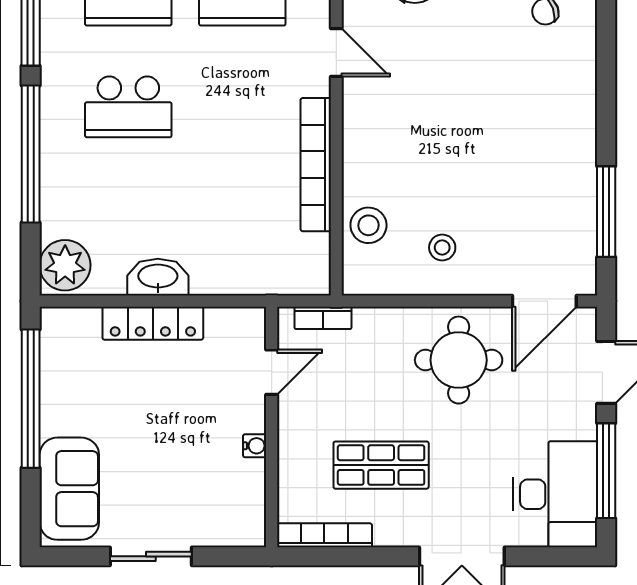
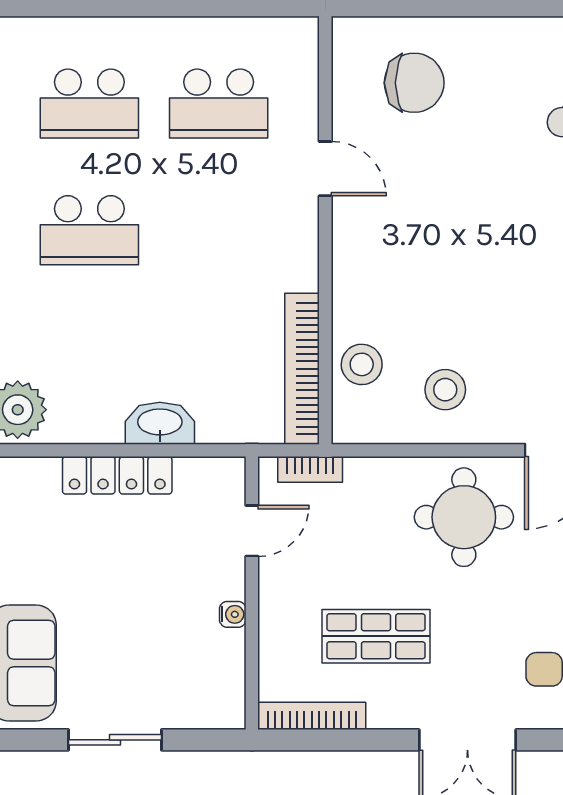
bookcase: (316, 165) -> (302, 369), moved
stool: (442, 248) -> (445, 390), width x1.37, depth x1.37
washbasin: (158, 277) -> (160, 423), moved

